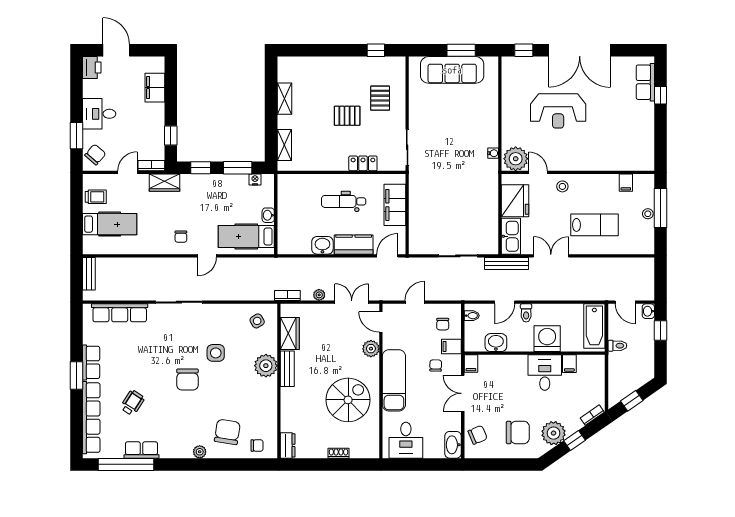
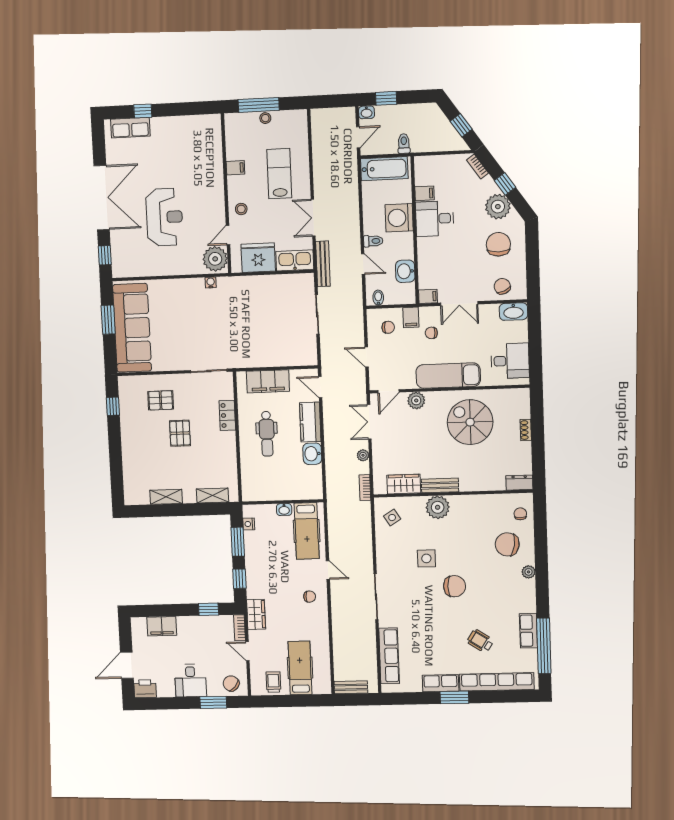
sofa: (452, 70) -> (132, 328), width x1.36, depth x1.27
filing cabinet: (626, 183) -> (235, 168), moved

